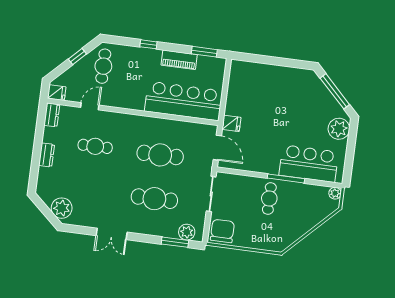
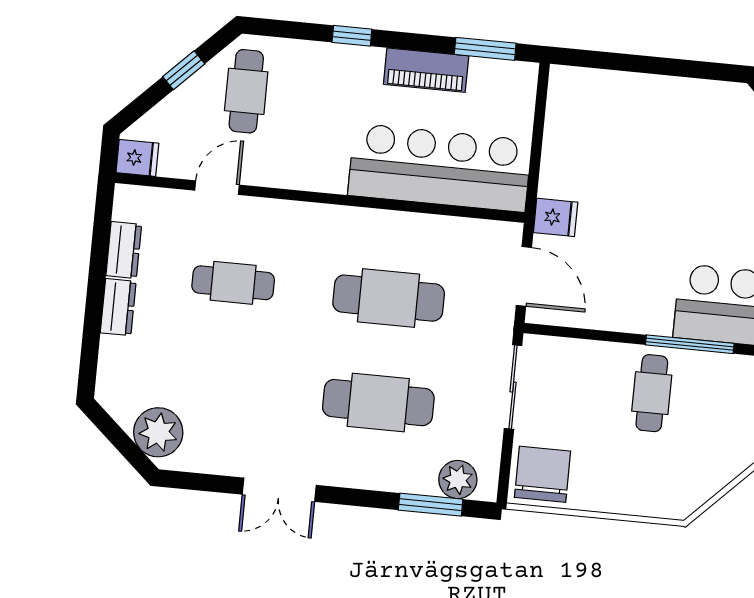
dresser: (52, 115) -> (124, 250), moved

